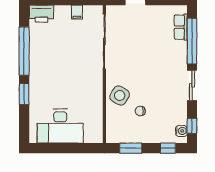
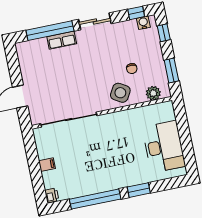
filing cabinet: (77, 12) -> (47, 165), moved
printer: (41, 14) -> (52, 195), width x0.53, depth x0.68
row of seats: (181, 27) -> (62, 40), moved
plant: (113, 127) -> (153, 93), added

